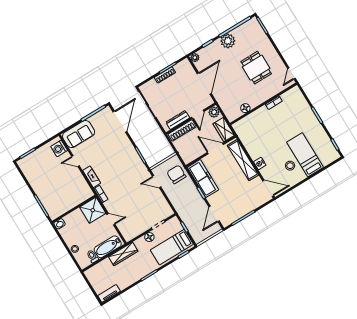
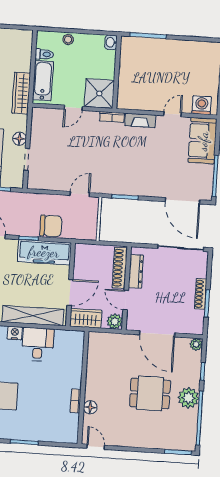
dining table: (256, 68) -> (150, 393), moved
floor lamp: (245, 108) -> (90, 407), moved
desk: (257, 146) -> (38, 344), added
chair: (176, 174) -> (51, 226), moved

